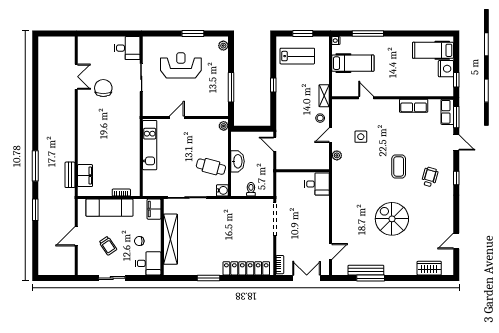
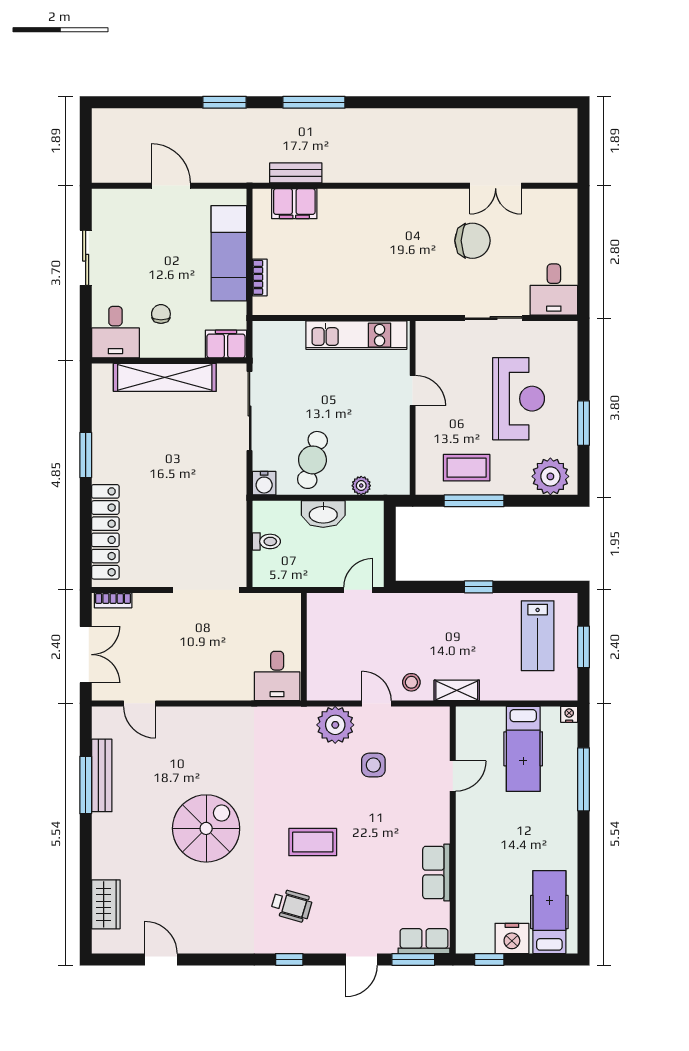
plant: (223, 46) -> (550, 476), width x1.88, depth x1.88
coffee table: (215, 91) -> (467, 468), added
plant: (224, 126) -> (361, 486), moved
plant: (337, 155) -> (335, 725), width x1.87, depth x1.87
trolley: (108, 246) -> (151, 250), removed

